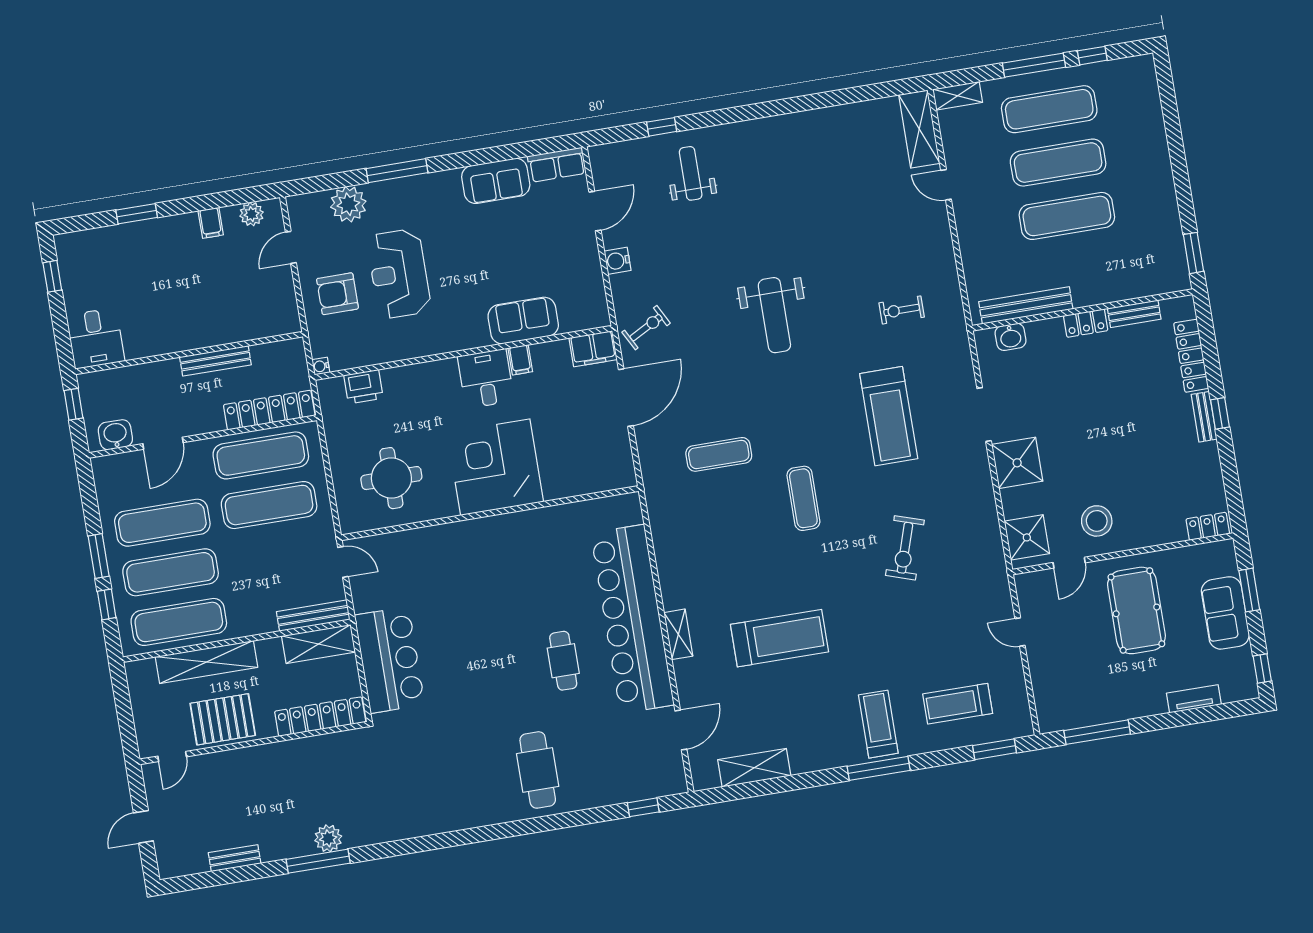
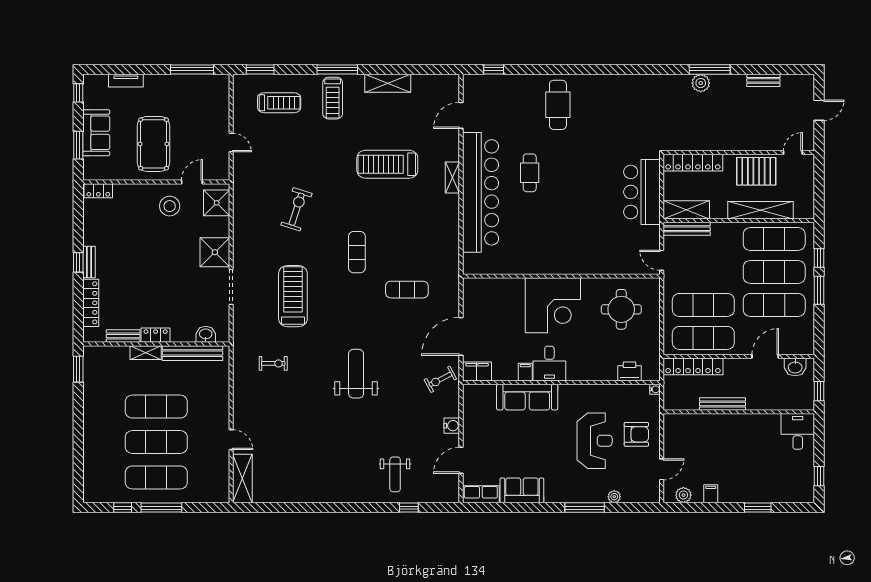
shelving: (958, 96) -> (146, 353), moved
plant: (348, 204) -> (614, 497), width x0.53, depth x0.53
sofa: (523, 321) -> (527, 397), width x1.36
shelving: (754, 768) -> (388, 83), moved

